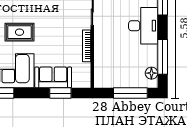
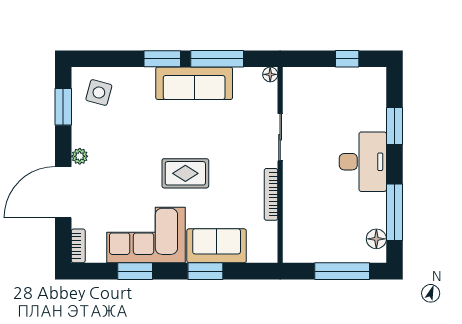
rug: (20, 32) -> (185, 173), moved
window: (60, 93) -> (205, 271), moved

